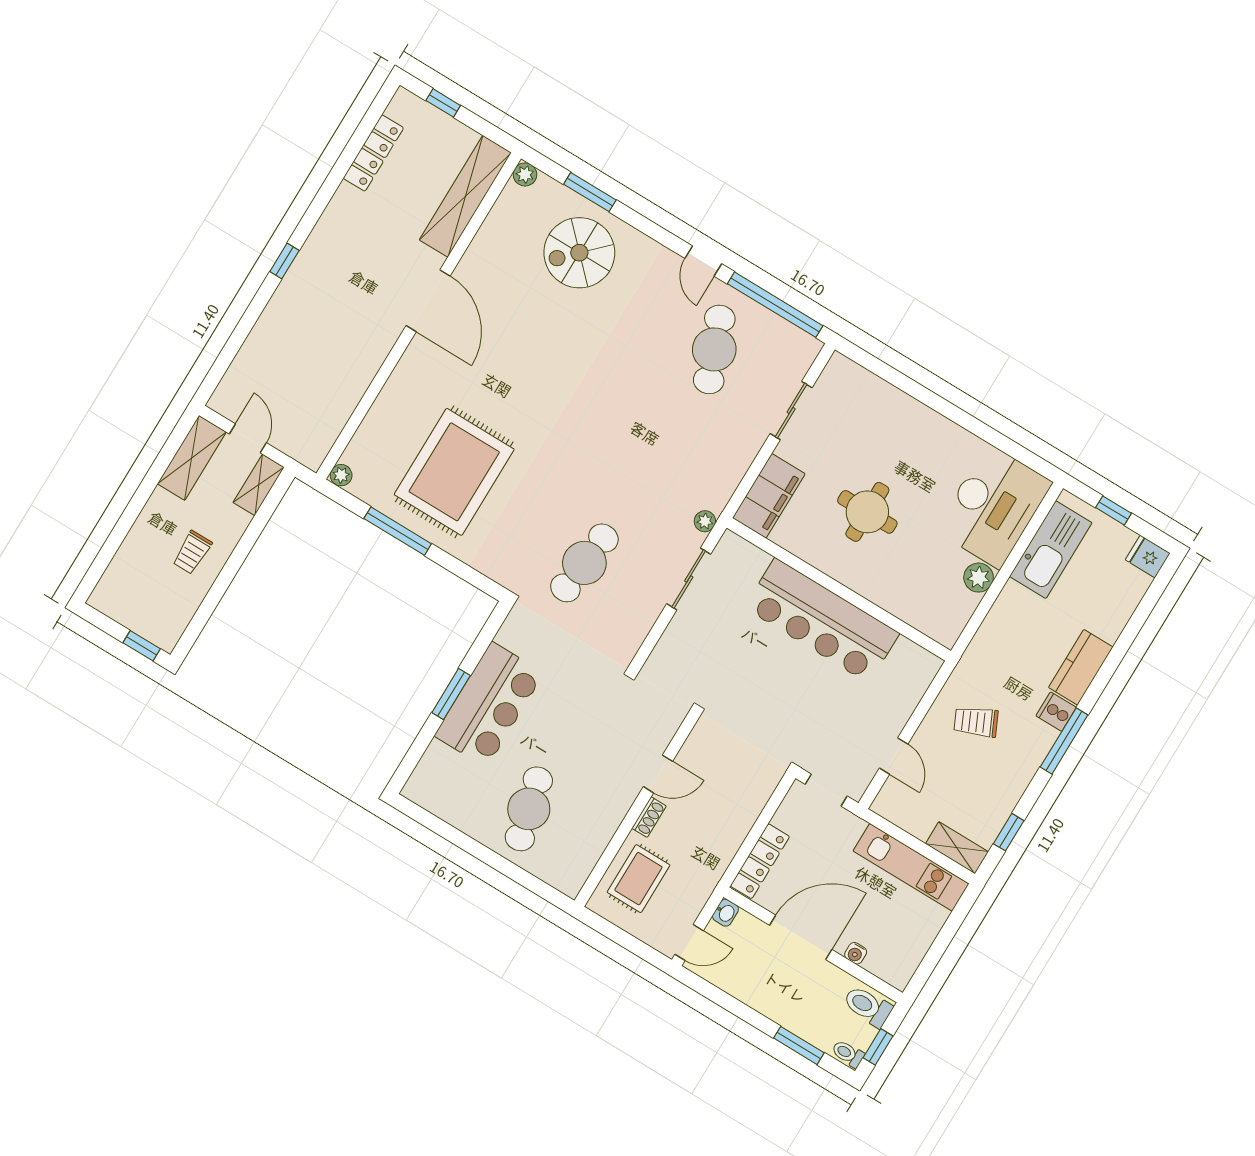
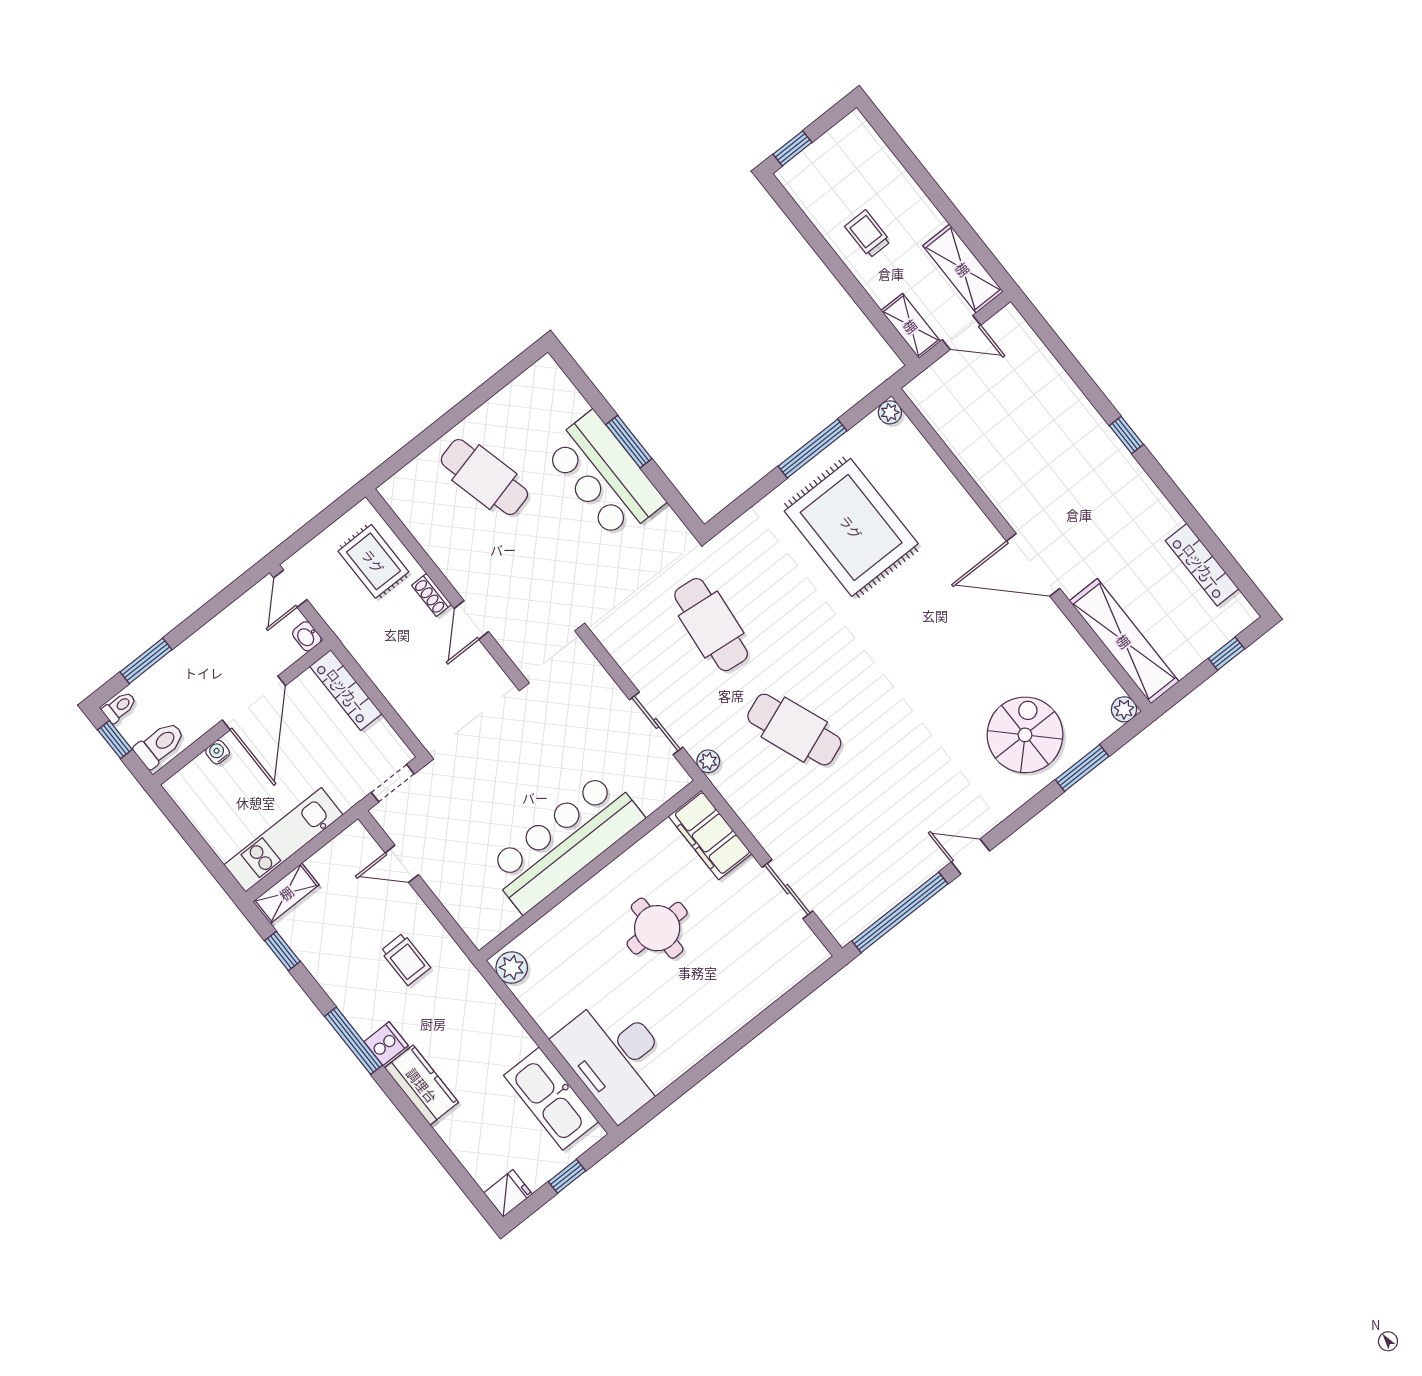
cafe table: (714, 349) -> (794, 730), moved
plant: (979, 578) -> (512, 967), moved
trolley: (976, 722) -> (405, 959), turned 115

